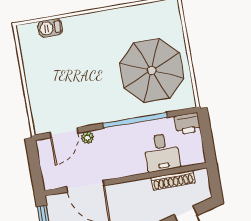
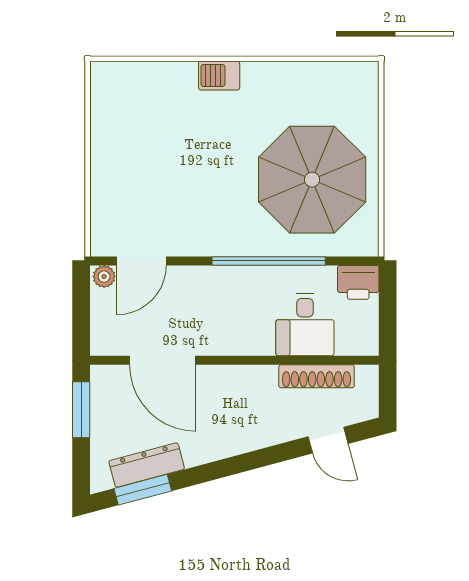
barbecue: (50, 28) -> (219, 76), moved
plant: (87, 138) -> (104, 277), moved

